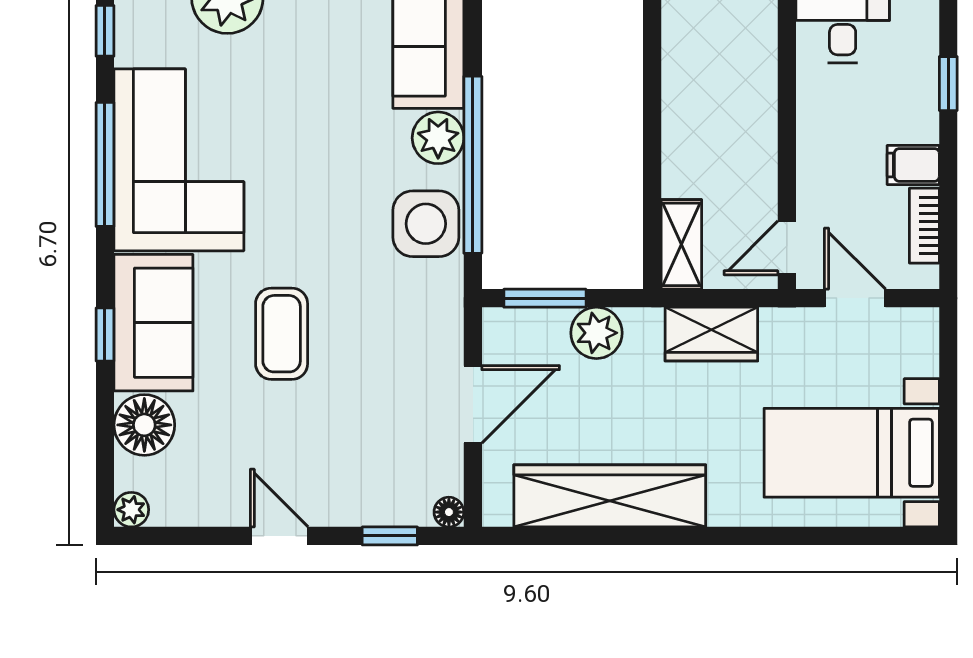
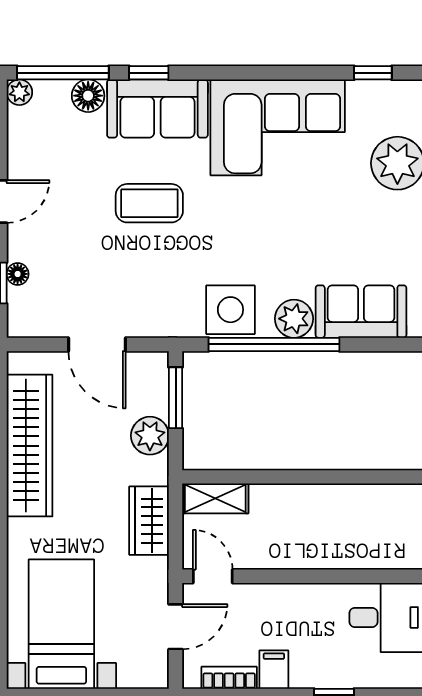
window: (105, 164) -> (63, 73), moved
floor lamp: (144, 425) -> (88, 96), width x0.73, depth x0.73
floor lamp: (449, 512) -> (18, 274), moved

